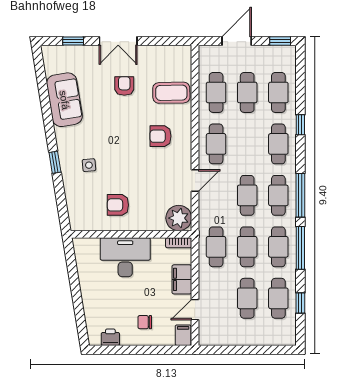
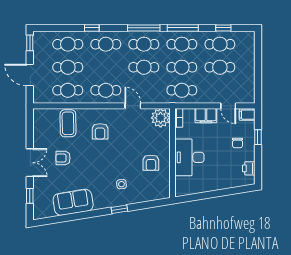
window: (153, 350) -> (258, 137), added

